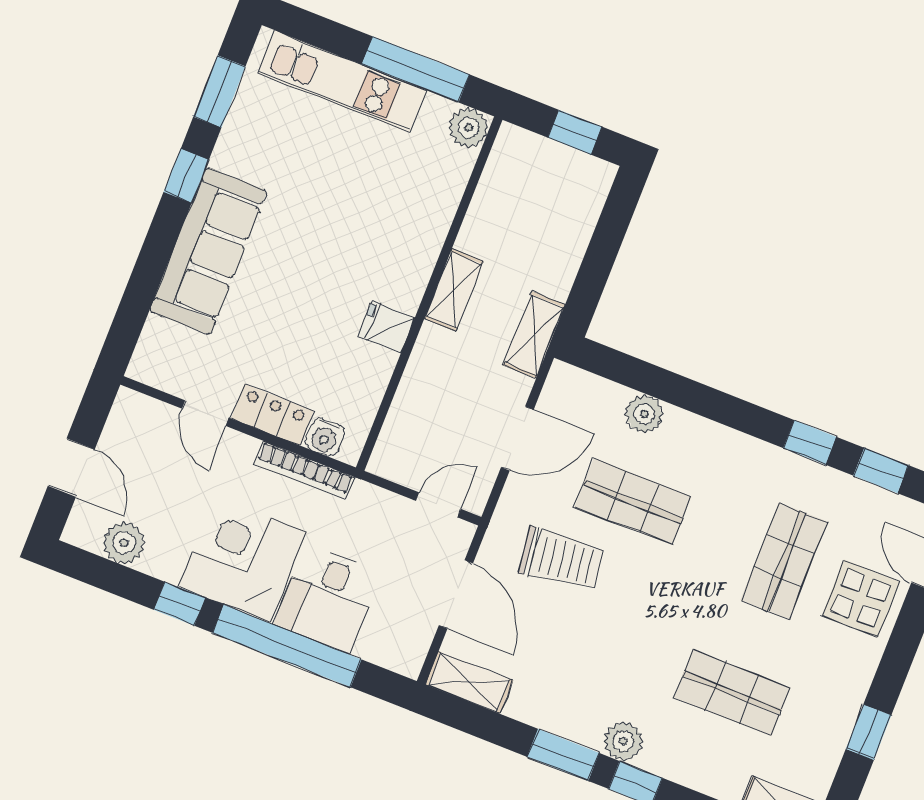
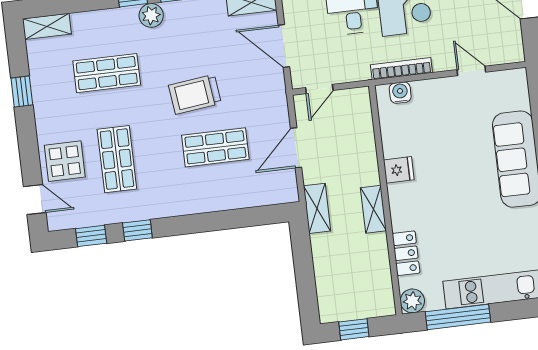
plant: (644, 414) -> (235, 198), removed
locker: (272, 415) -> (406, 253), moved, turned -90
trolley: (561, 559) -> (195, 94), moved

